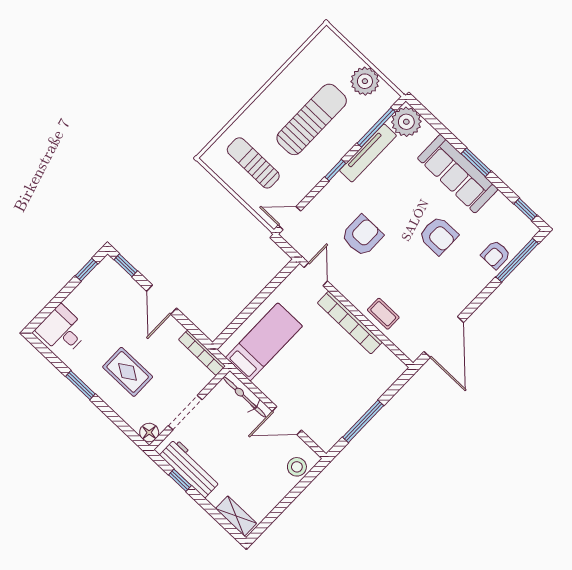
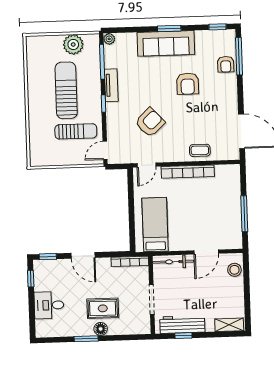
plant: (406, 122) -> (109, 39), width x0.53, depth x0.53
tv unit: (368, 153) -> (111, 85), width x0.71
sun lounger: (253, 163) -> (76, 131), moved, turned 180
armchair: (438, 235) -> (188, 84), turned 90
armchair: (362, 236) -> (150, 122), turned 47
door: (316, 274) -> (146, 165), swing flipped
desk: (62, 331) -> (49, 305), moved
floor lamp: (149, 432) -> (101, 329), moved

